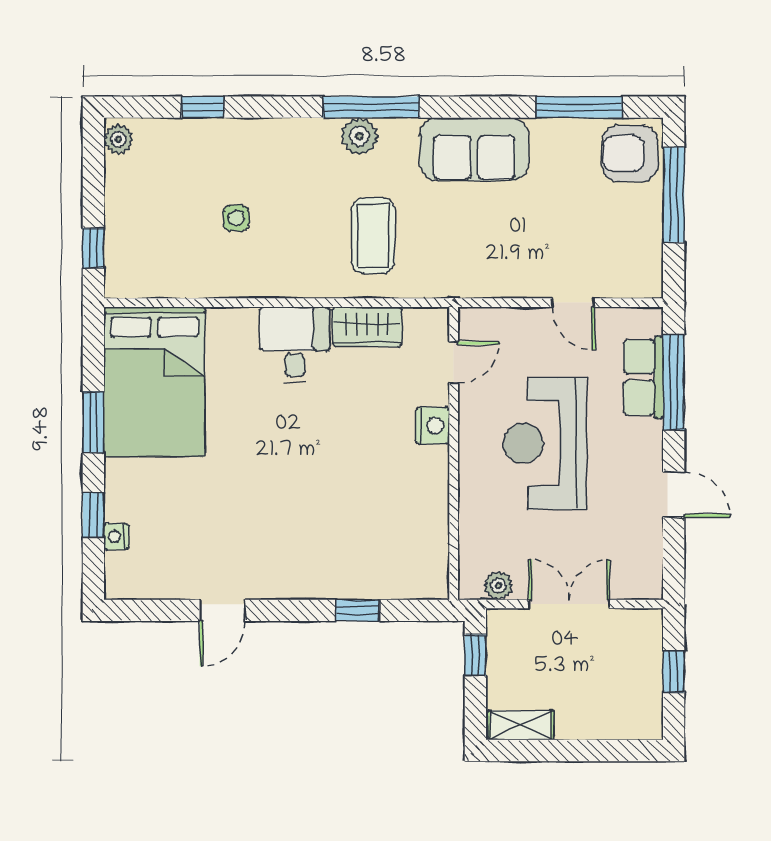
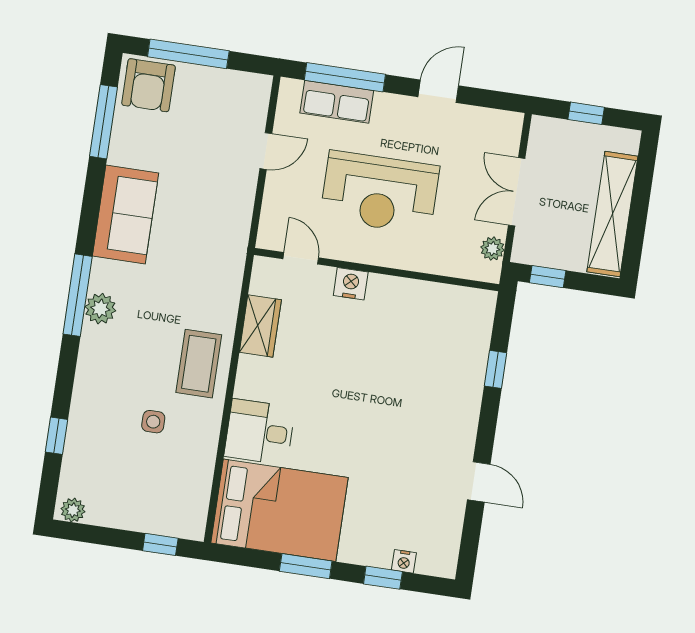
coffee table: (373, 236) -> (199, 364), moved, turned 90
desk: (295, 345) -> (260, 432), moved
shelving: (521, 725) -> (612, 214), width x2.20, depth x1.33

